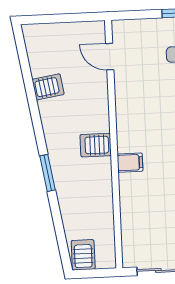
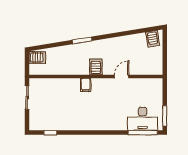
door: (110, 57) -> (121, 77), moved
server rack: (48, 87) -> (153, 39), moved

